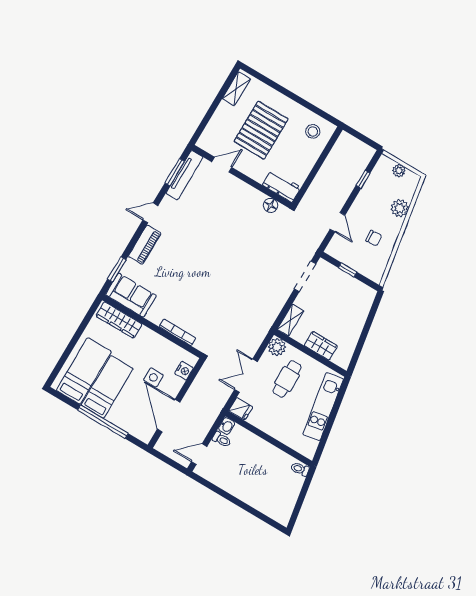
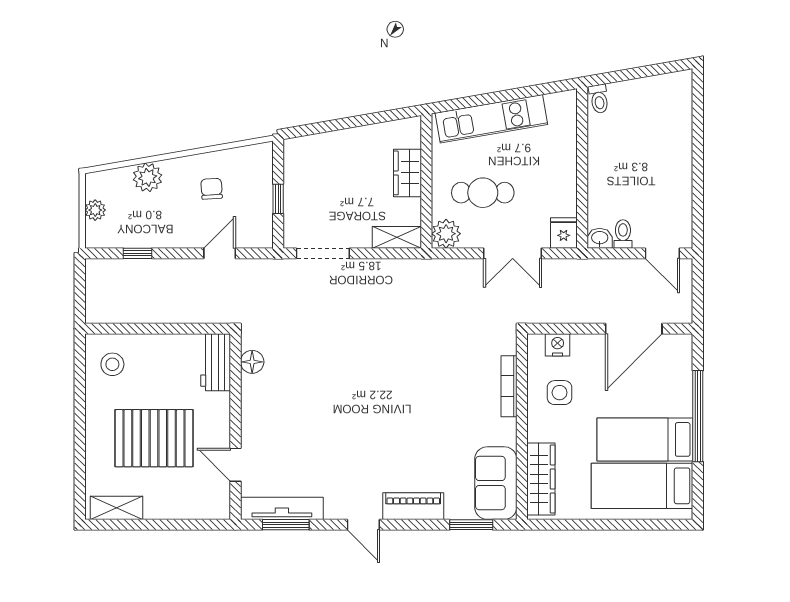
side table: (153, 377) -> (560, 393), moved

